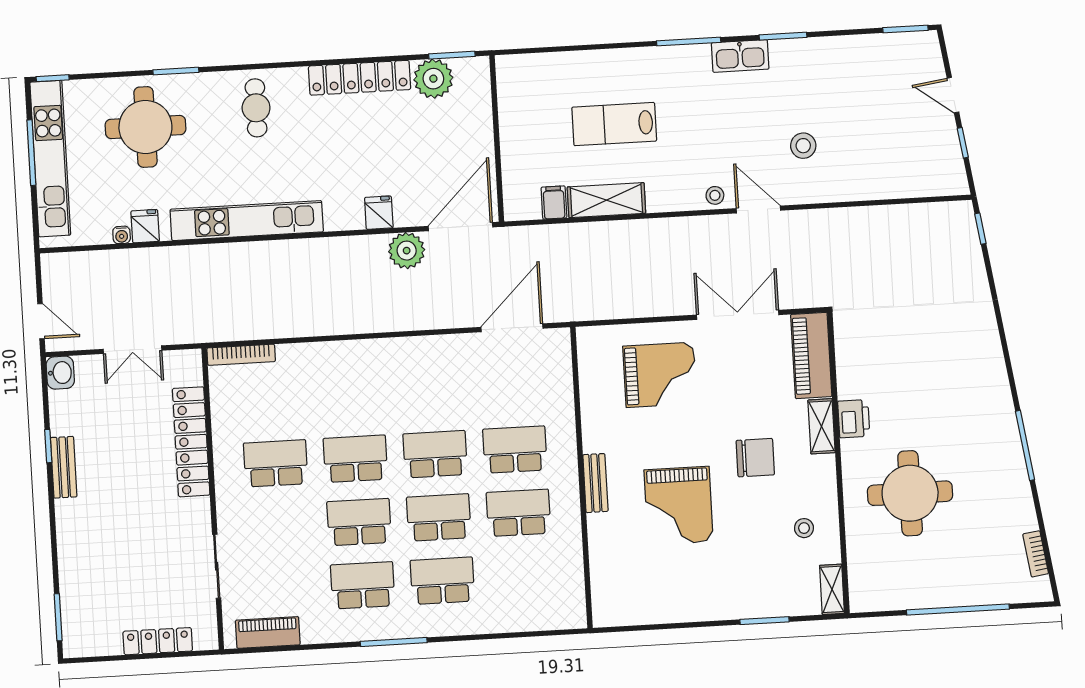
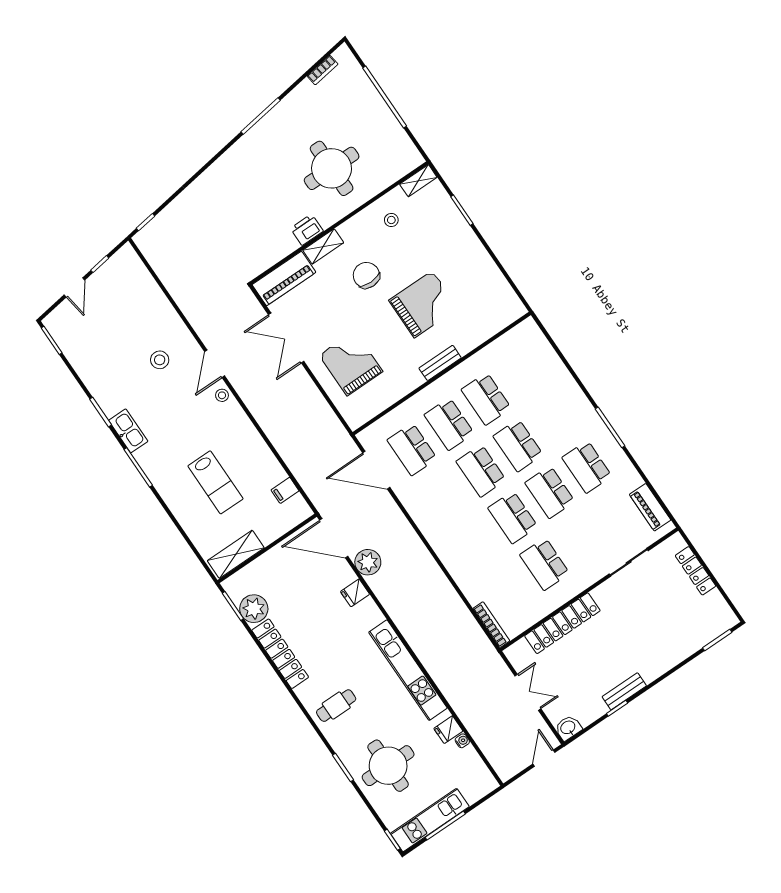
kitchen unit: (50, 159) -> (430, 820), width x0.73
shelving: (606, 200) -> (236, 554), moved, turned 90
school desk: (442, 581) -> (412, 449), moved

